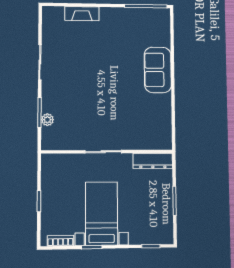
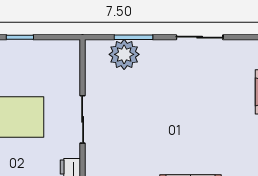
plant: (47, 120) -> (124, 54), width x1.87, depth x1.87

